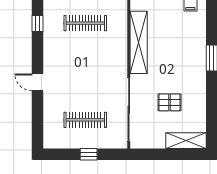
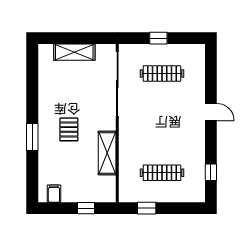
shelving: (139, 42) -> (107, 153), width x0.68
pallet: (170, 102) -> (69, 129), moved, turned 90
shelving: (186, 141) -> (74, 52), moved

